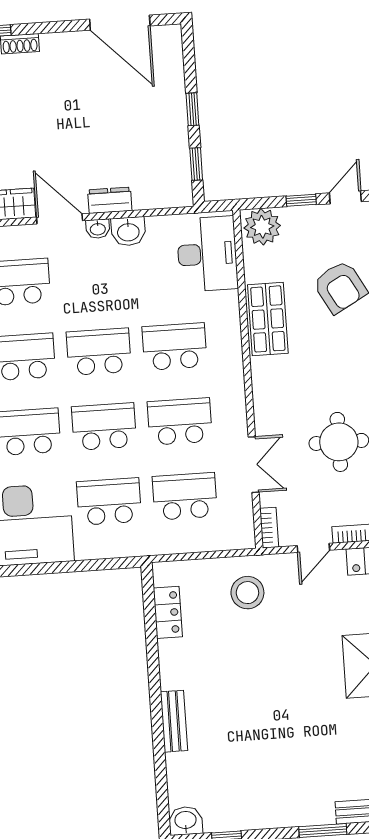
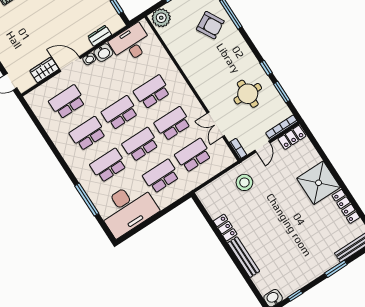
dresser: (110, 200) -> (100, 36), moved
desk: (207, 254) -> (131, 44), moved, turned -90
shop shelf: (268, 319) -> (186, 57), removed
double door: (254, 465) -> (216, 125), swing flipped
locker: (168, 612) -> (225, 228), moved
bench: (174, 721) -> (244, 257), width x1.36

